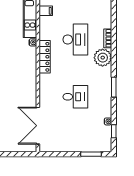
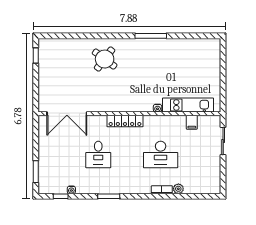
locker: (45, 57) -> (125, 121), moved
plant: (103, 58) -> (178, 189), moved, width x0.53, depth x0.53
double door: (38, 126) -> (67, 114), swing flipped

